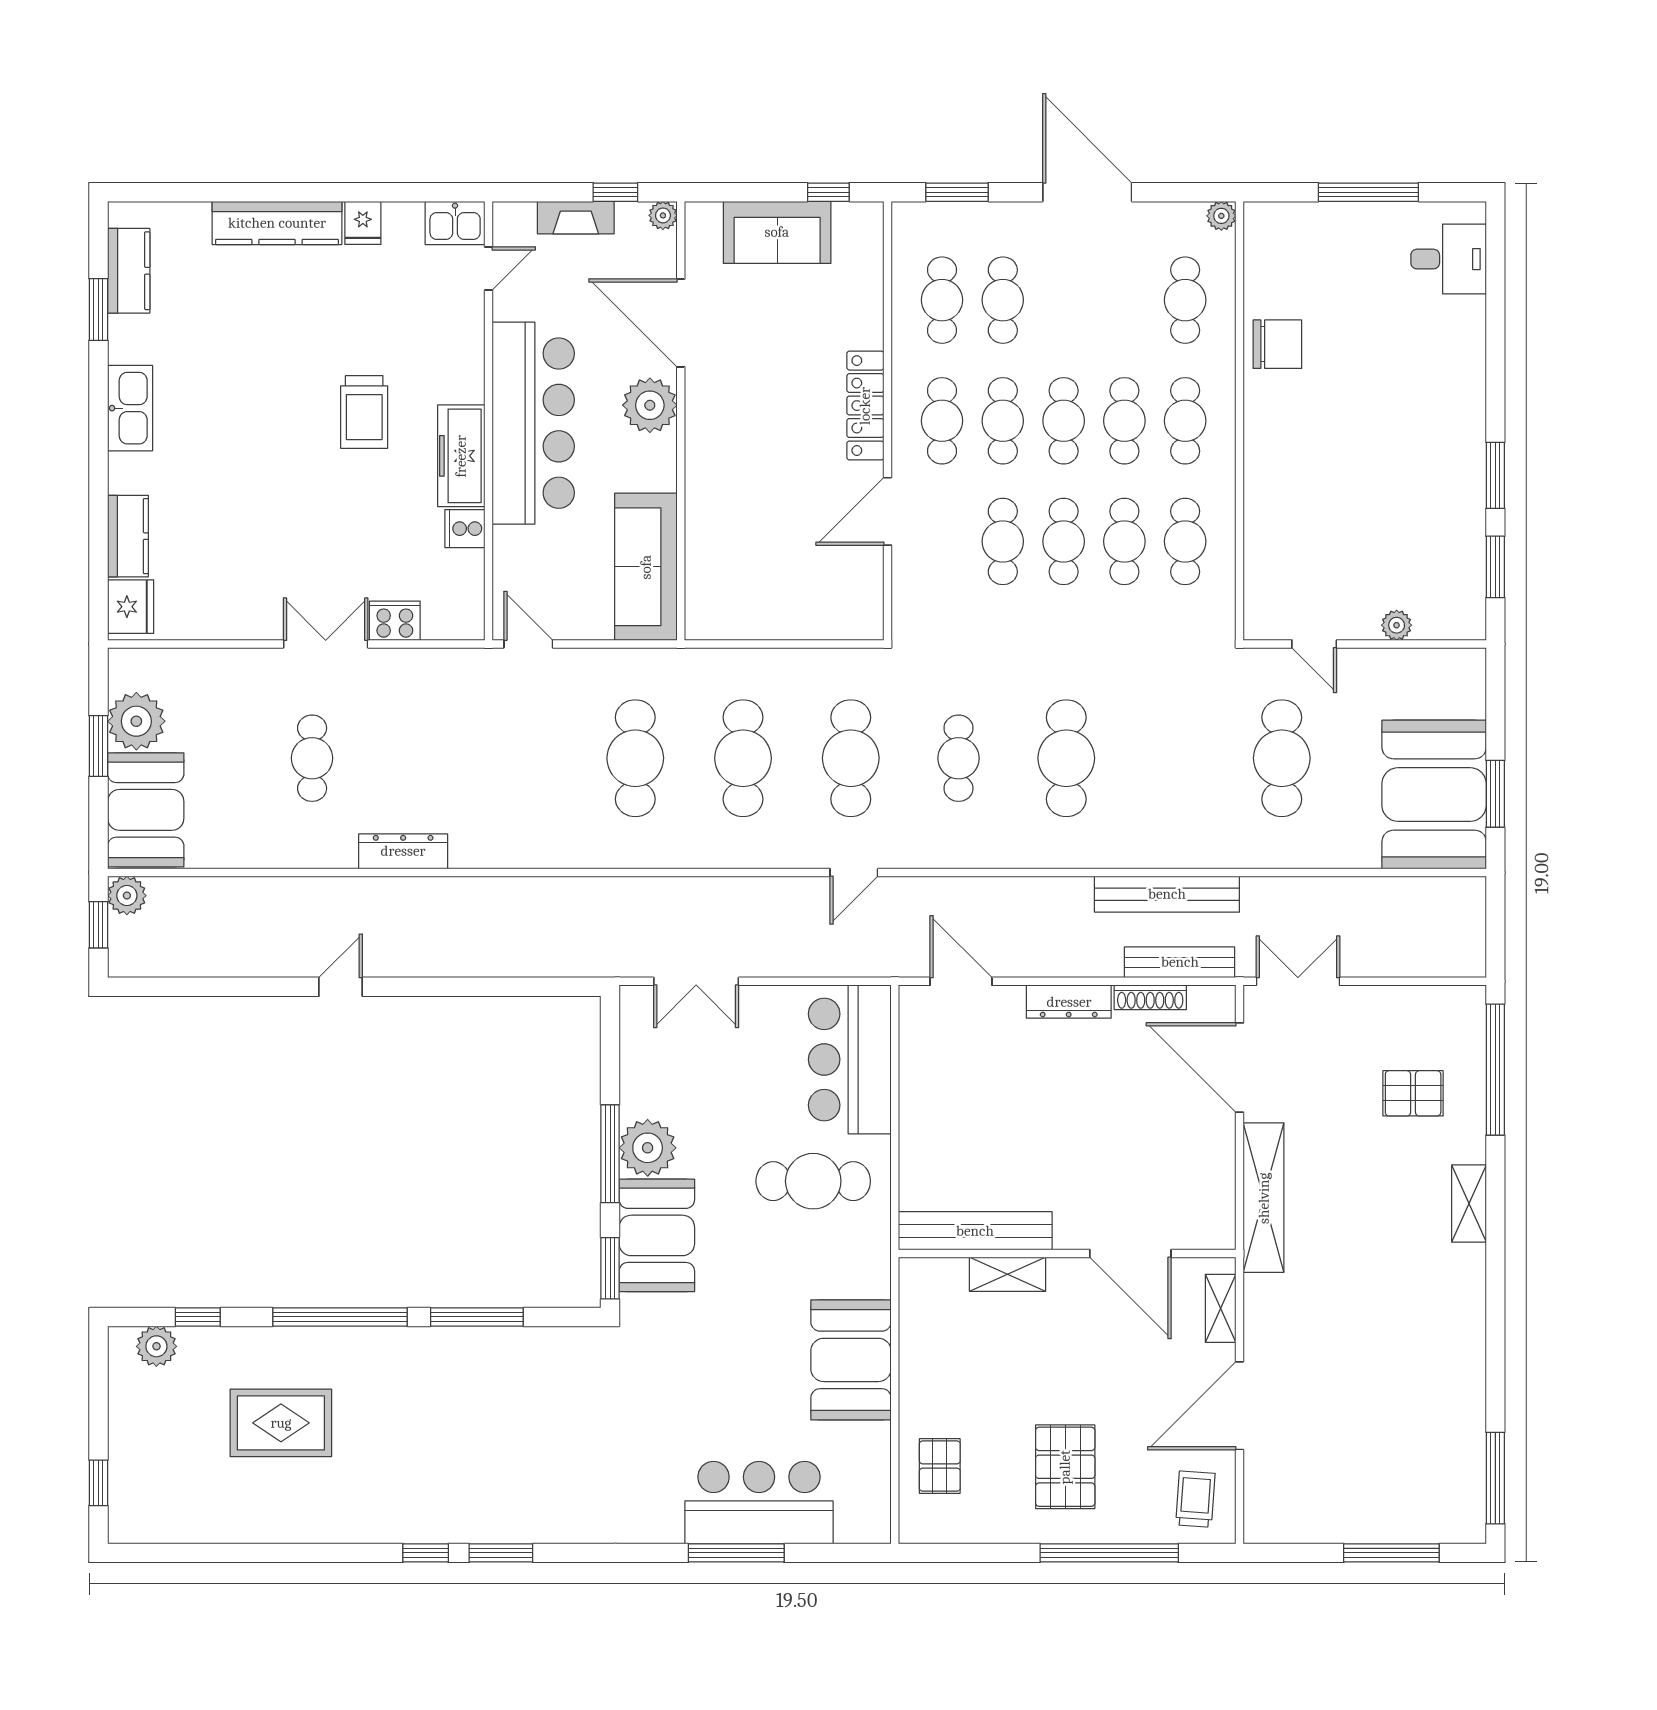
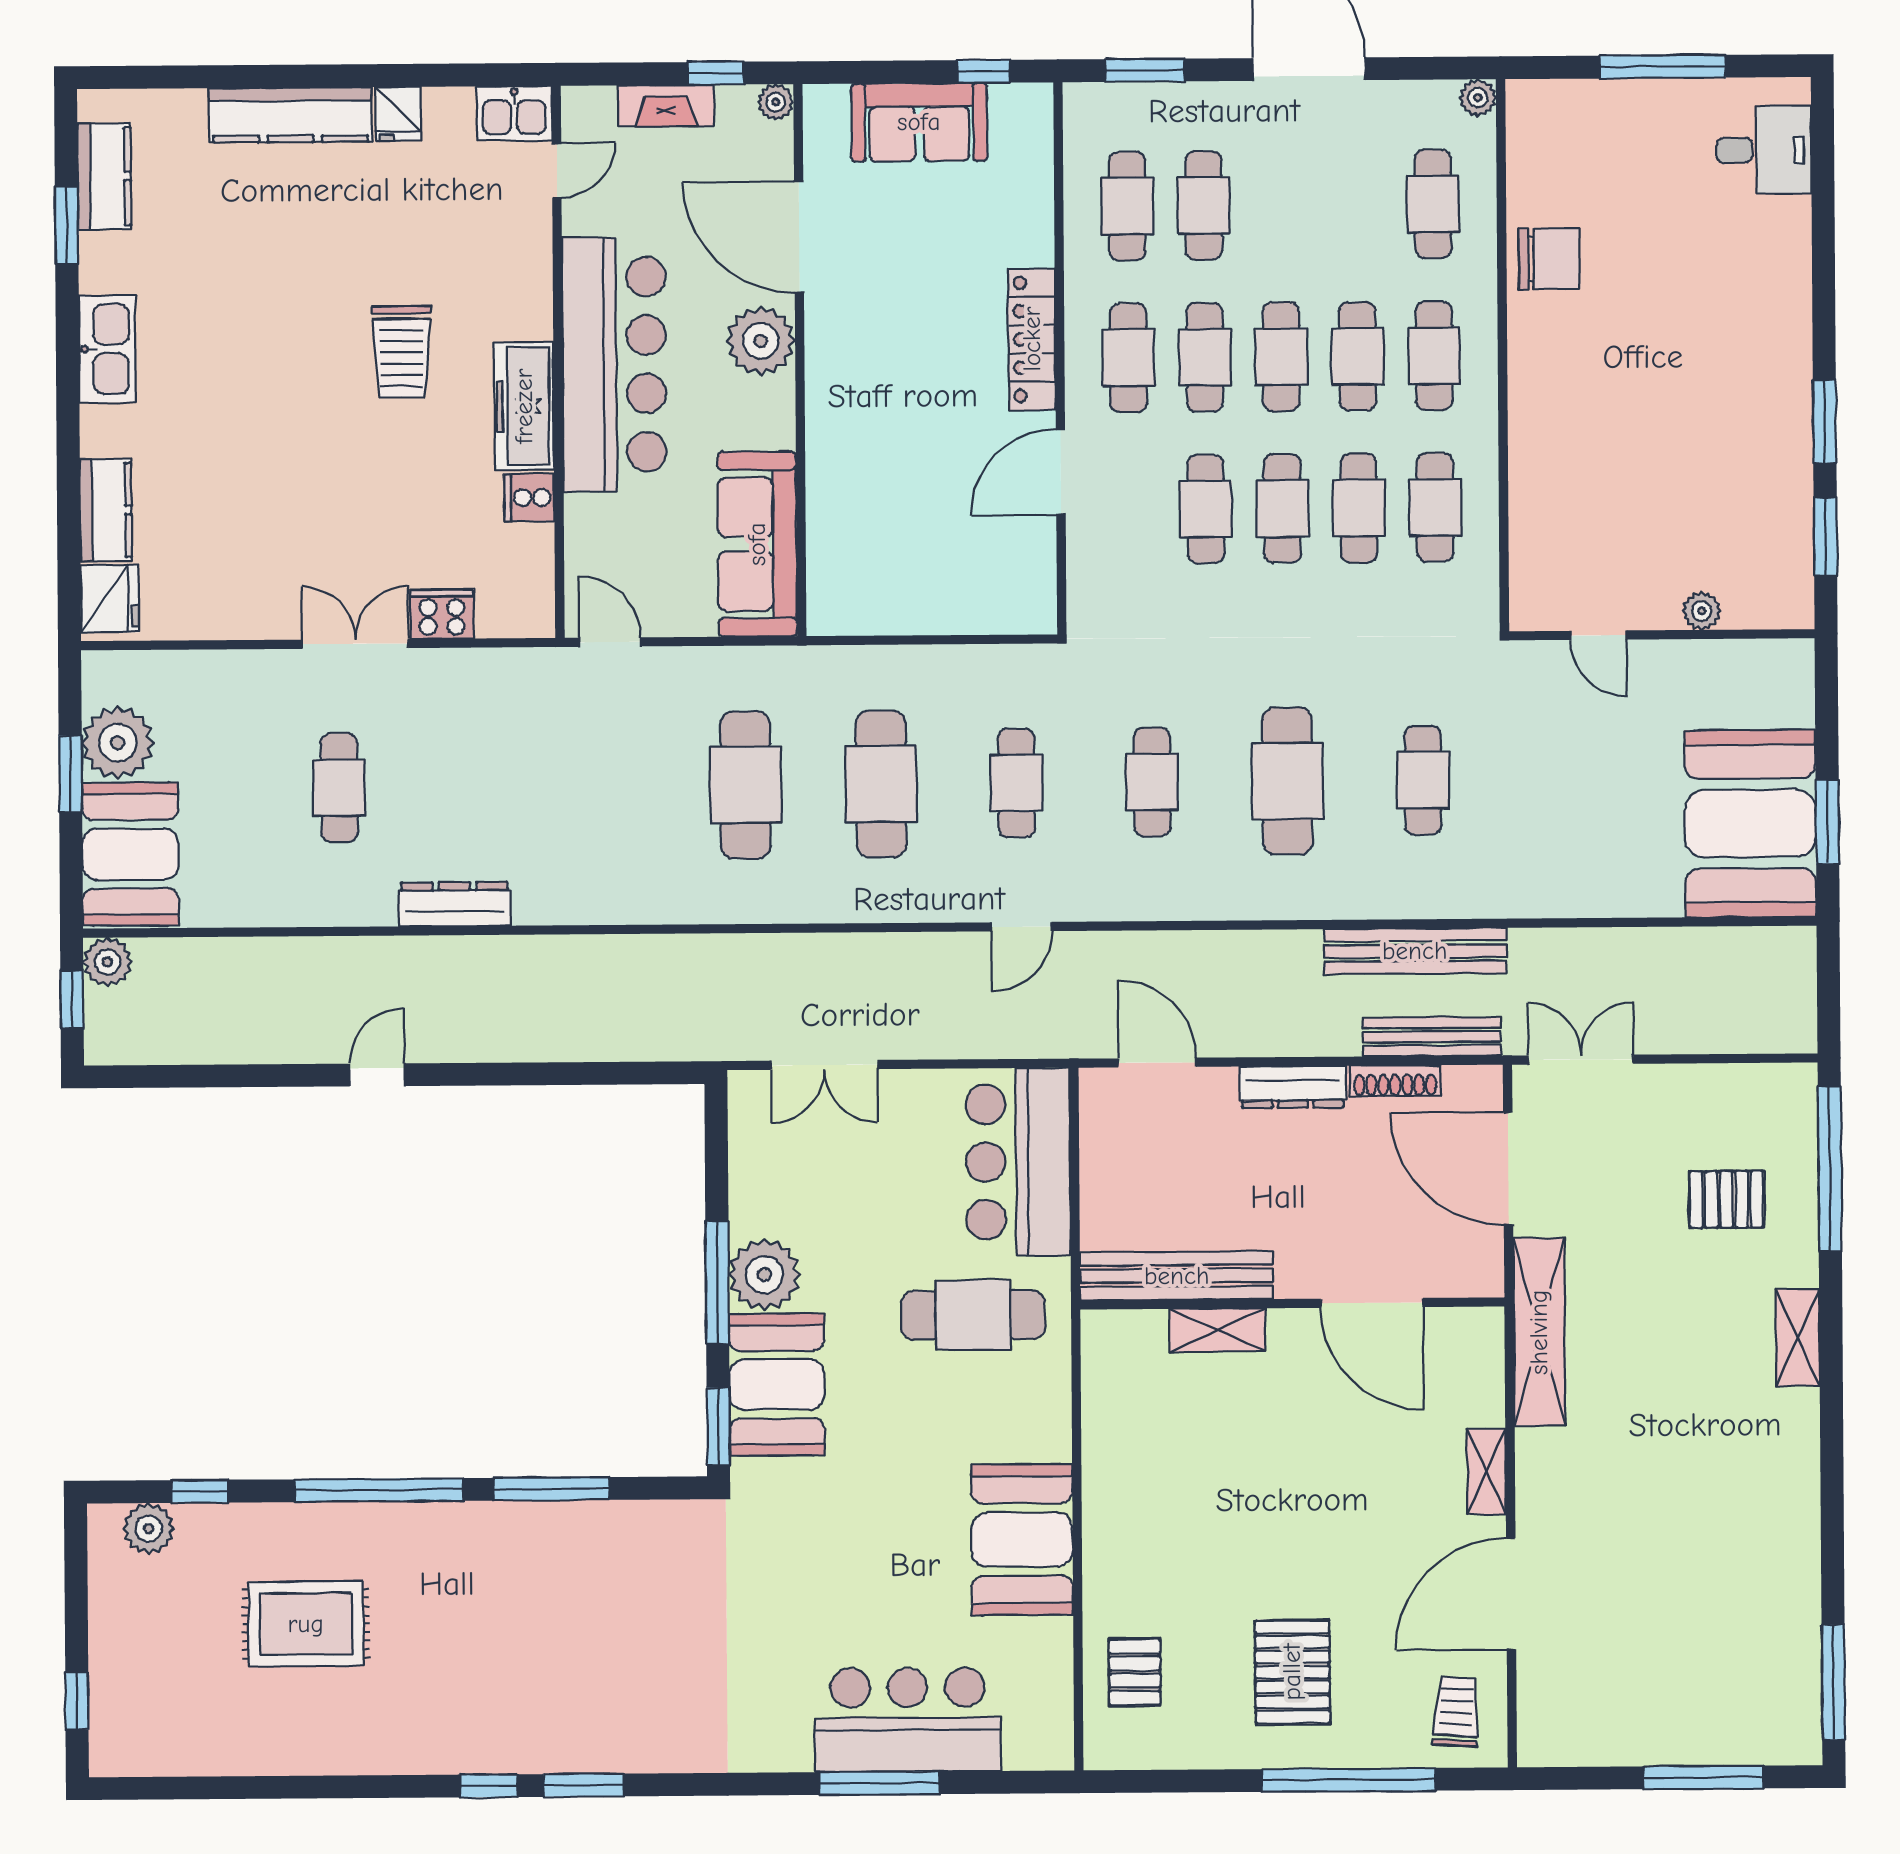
cafe table: (851, 758) -> (1017, 783), width x0.73, depth x0.74
cafe table: (1282, 758) -> (1423, 780), moved, width x0.73, depth x0.74
bench: (975, 1231) -> (1177, 1276), moved
wall: (1067, 1253) -> (1292, 1303), moved
door: (1130, 1253) -> (1372, 1303), moved
shelving: (1008, 1274) -> (1218, 1330), moved

